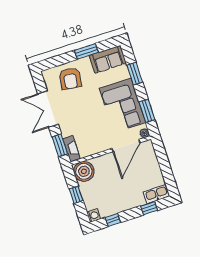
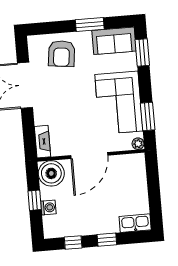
window: (135, 74) -> (142, 52), moved
window: (60, 145) -> (29, 134), removed
door: (126, 146) -> (89, 155), moved
window: (149, 208) -> (107, 240), moved
washing machine: (94, 215) -> (48, 207), moved

